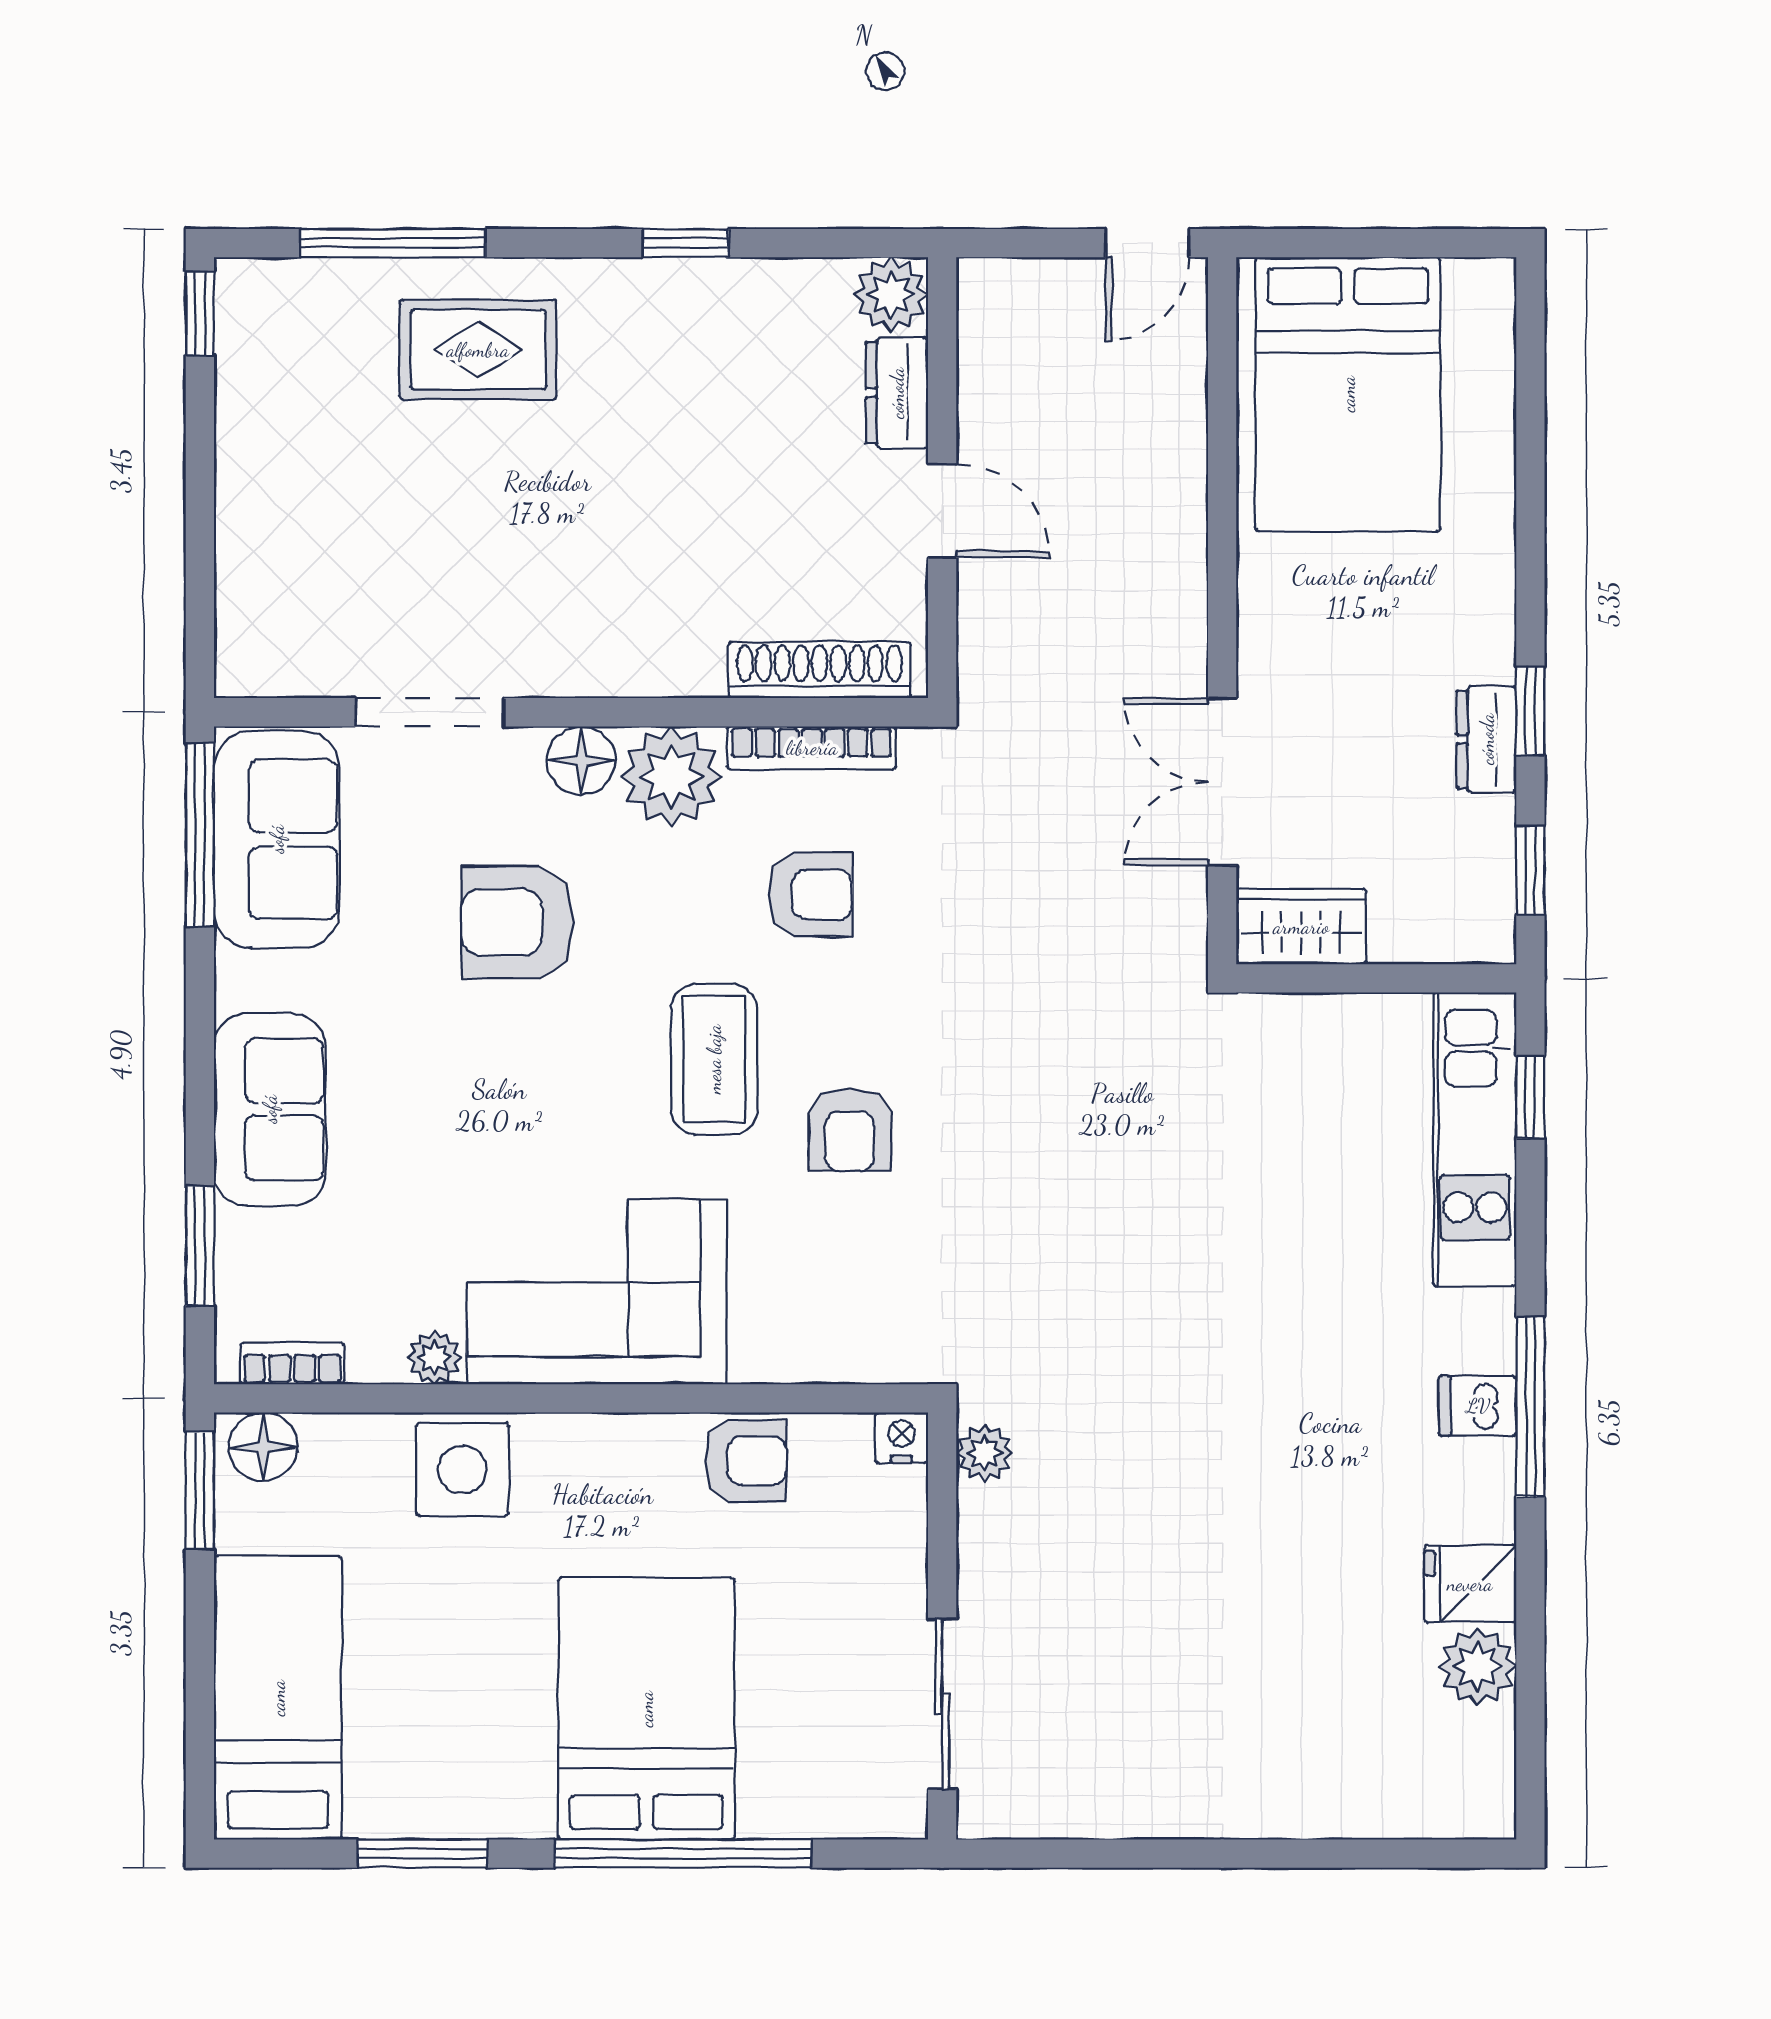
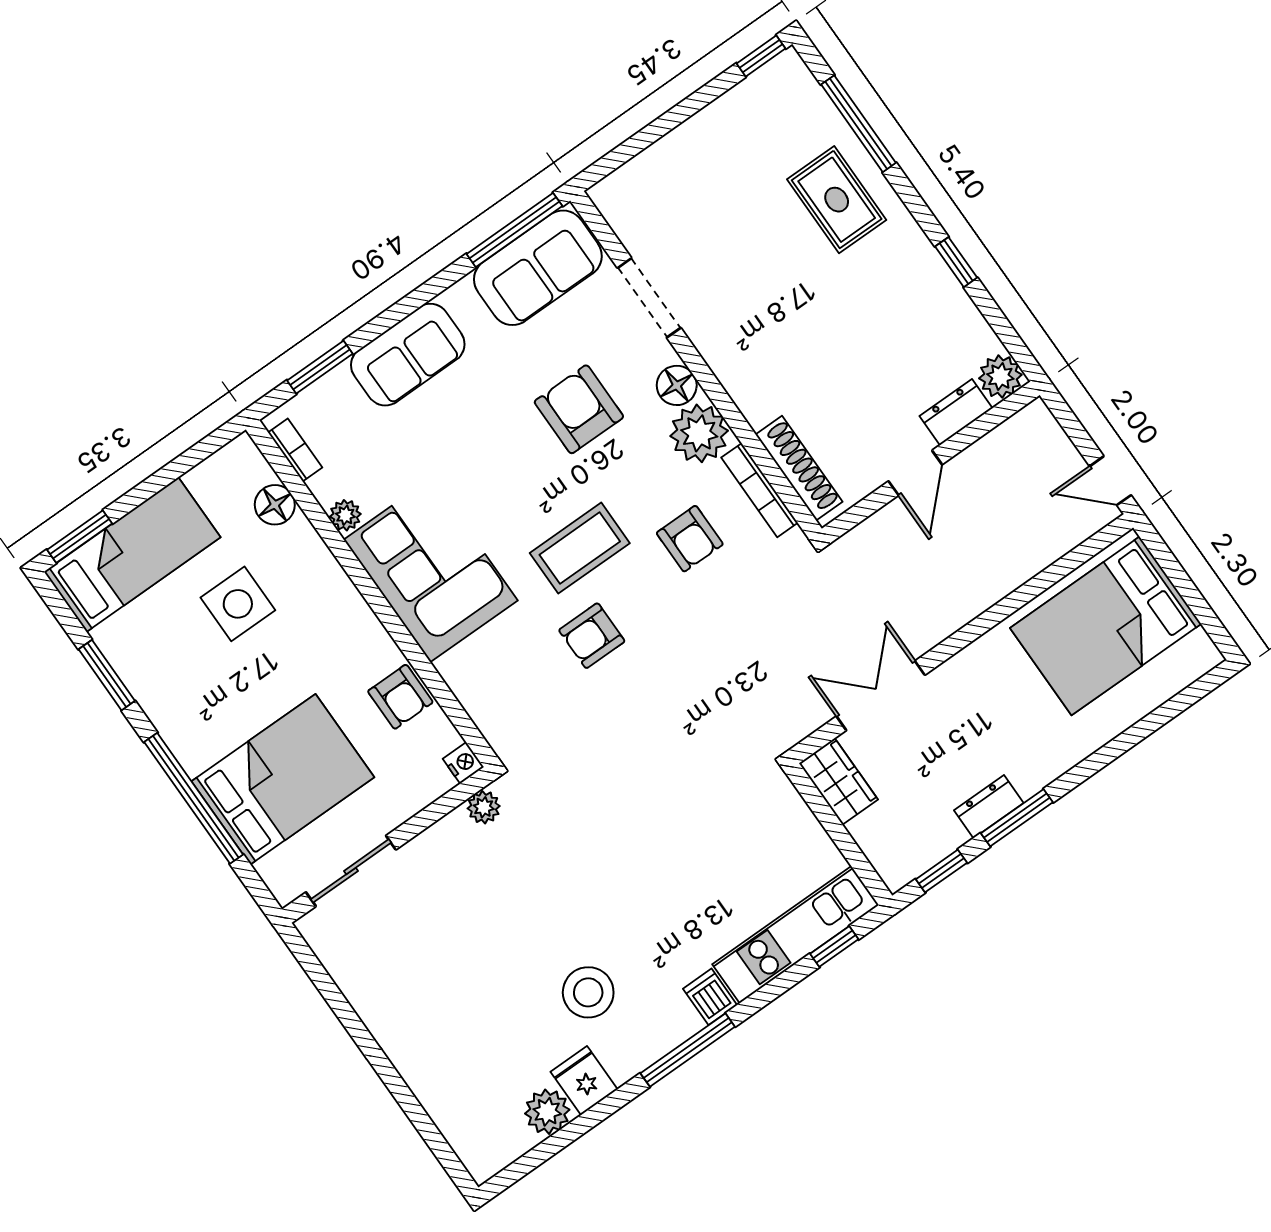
window: (1530, 711) -> (1017, 818), width x1.50
dishwasher: (1478, 1406) -> (710, 997), moved
floor lamp: (263, 1447) -> (275, 505), moved
side table: (462, 1470) -> (238, 604), moved
stool: (1350, 1490) -> (588, 992), added
window: (200, 1491) -> (80, 537), moved
bed: (646, 1709) -> (283, 779), moved

